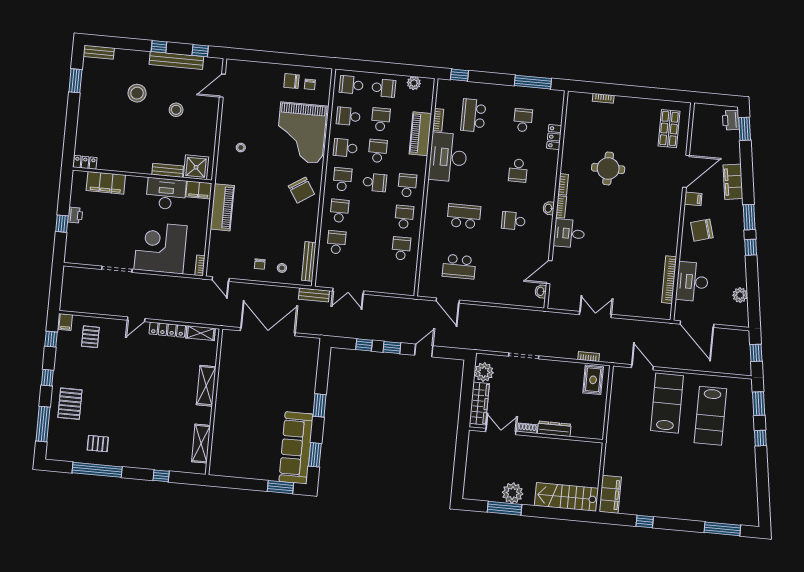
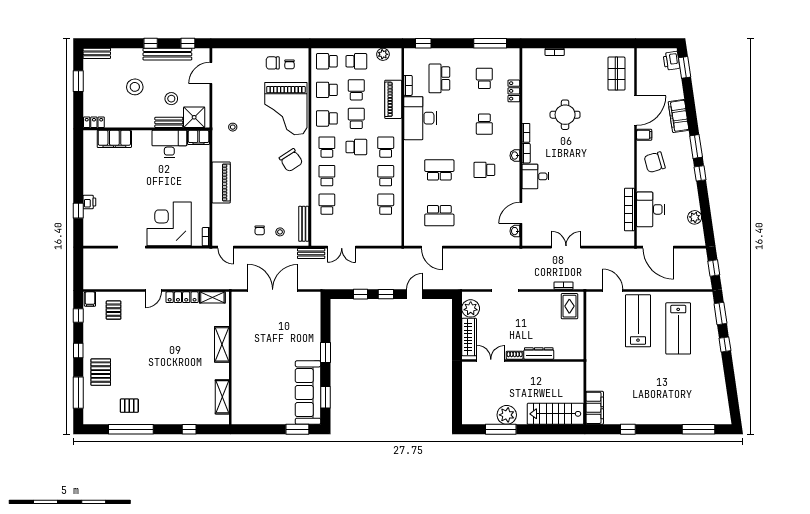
locker: (85, 162) -> (94, 122), moved
shower: (196, 167) -> (194, 117), moved
bench: (168, 170) -> (169, 122), moved
wall: (142, 175) -> (146, 129), moved
filing cabinet: (106, 183) -> (114, 139), moved
filing cabinet: (199, 190) -> (199, 137), moved
desk: (166, 194) -> (169, 144), moved

